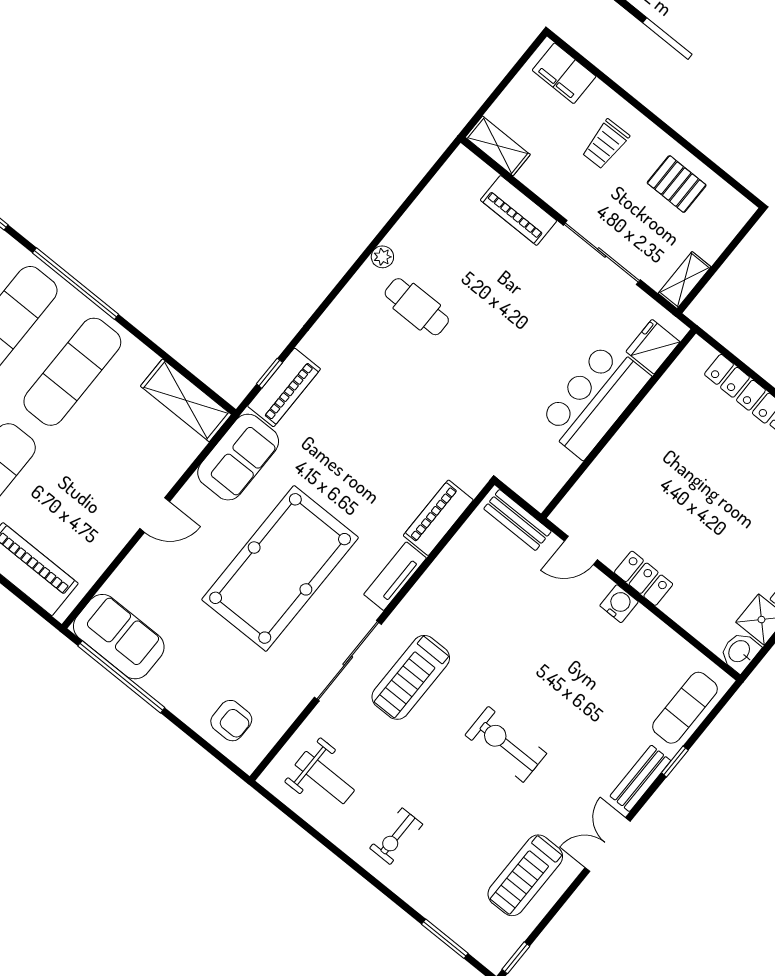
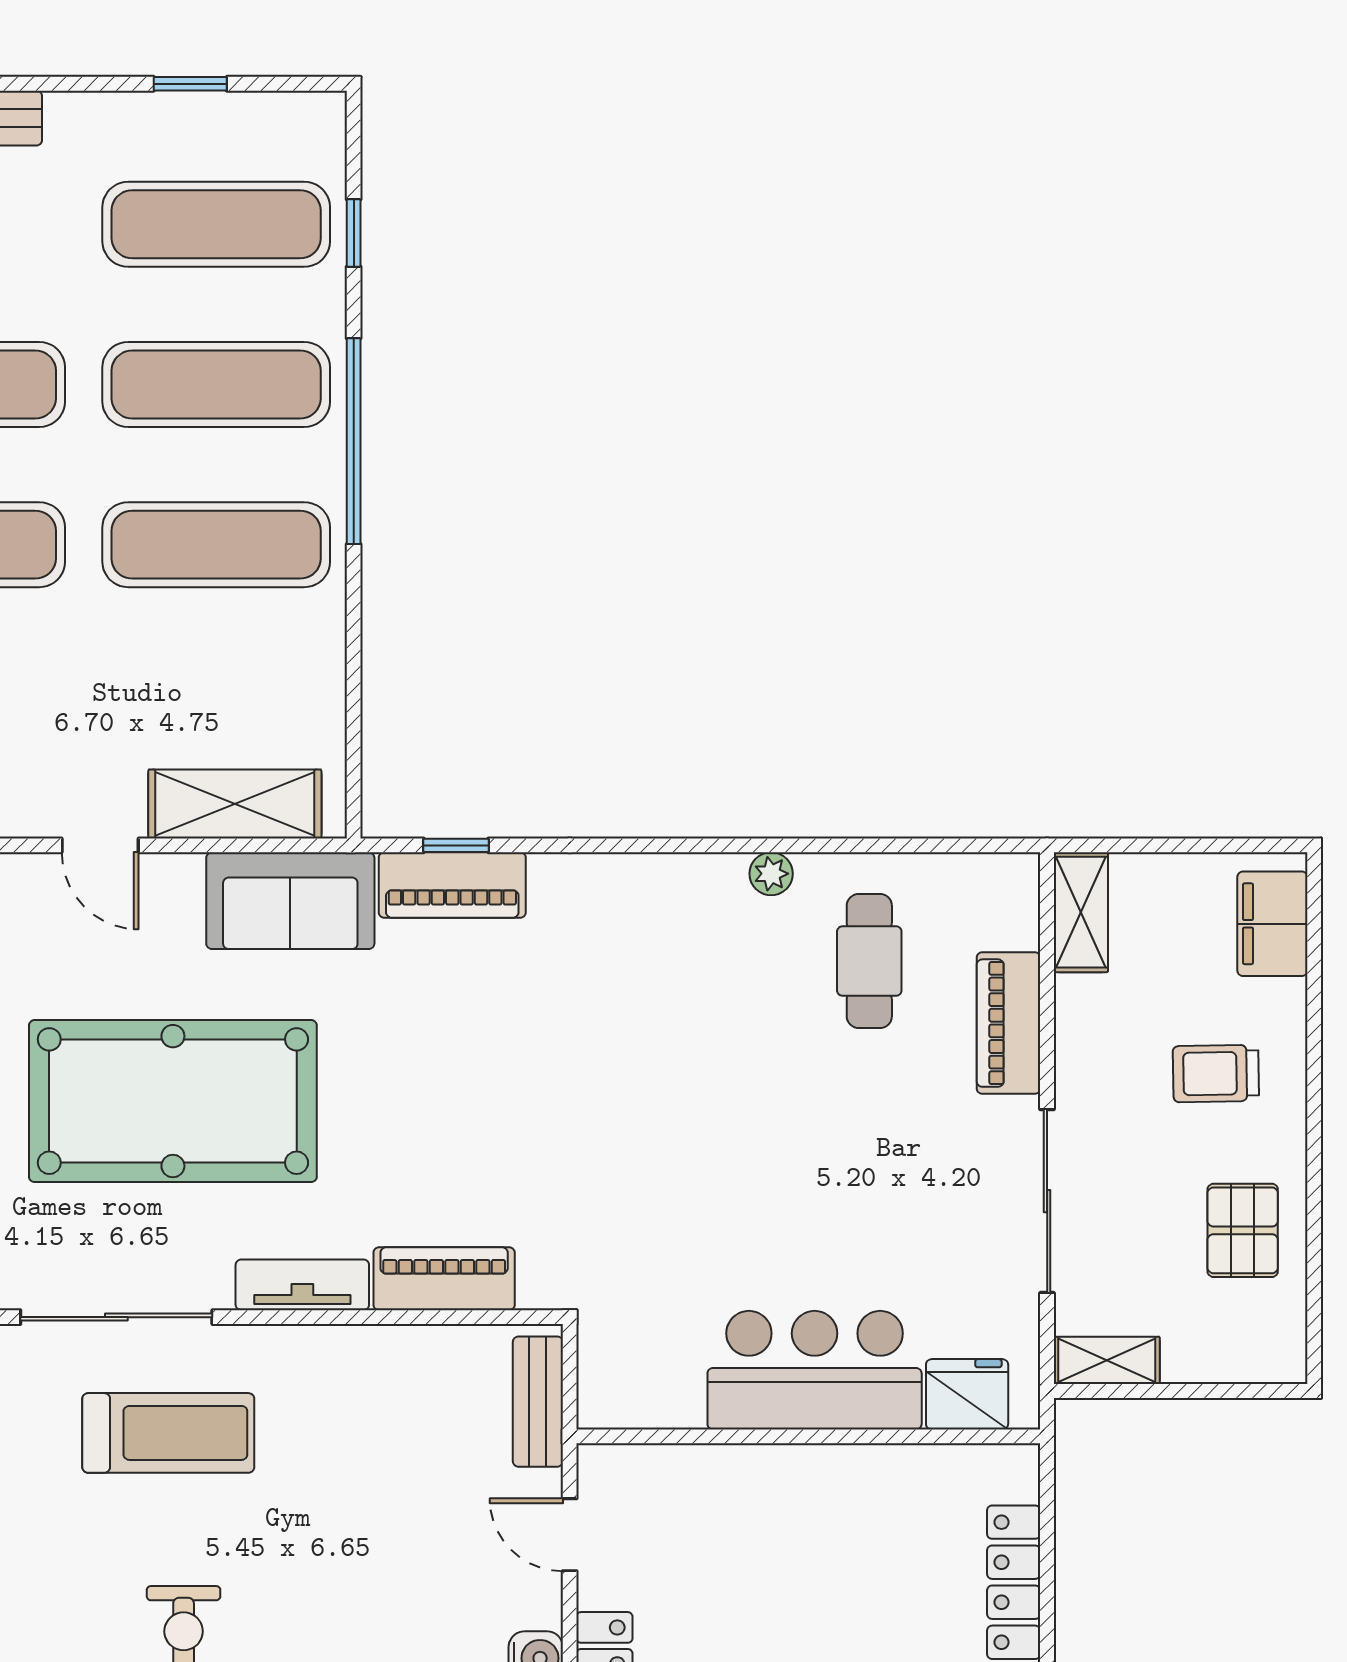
cafe table: (417, 307) -> (869, 961), moved
shelving: (186, 400) -> (235, 804), moved, turned 90
treadmill: (411, 677) -> (168, 1433), turned 180

